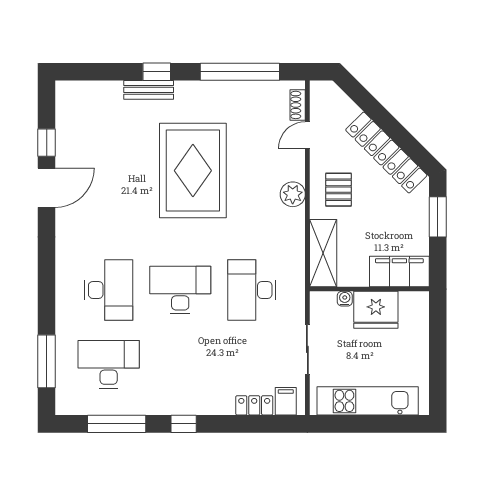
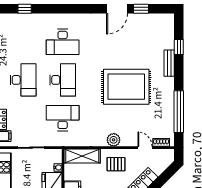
window: (157, 72) -> (179, 47), moved
door: (47, 188) -> (117, 9), hinge flipped
window: (47, 361) -> (25, 9), width x0.46
desk: (109, 364) -> (23, 80), moved

